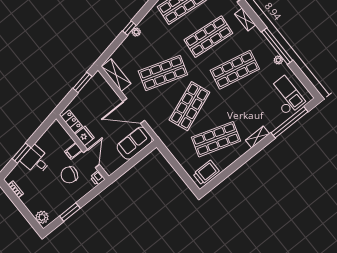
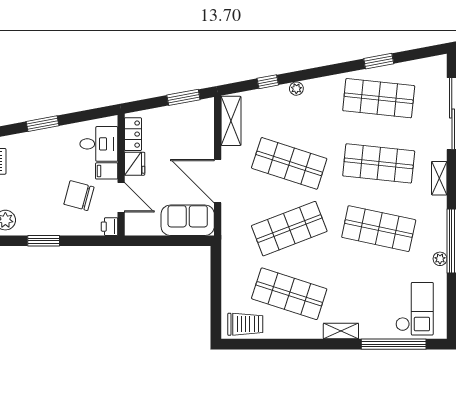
window: (129, 28) -> (268, 82), moved
door: (91, 159) -> (121, 197), hinge flipped
desk: (36, 160) -> (99, 144), moved, turned 101

